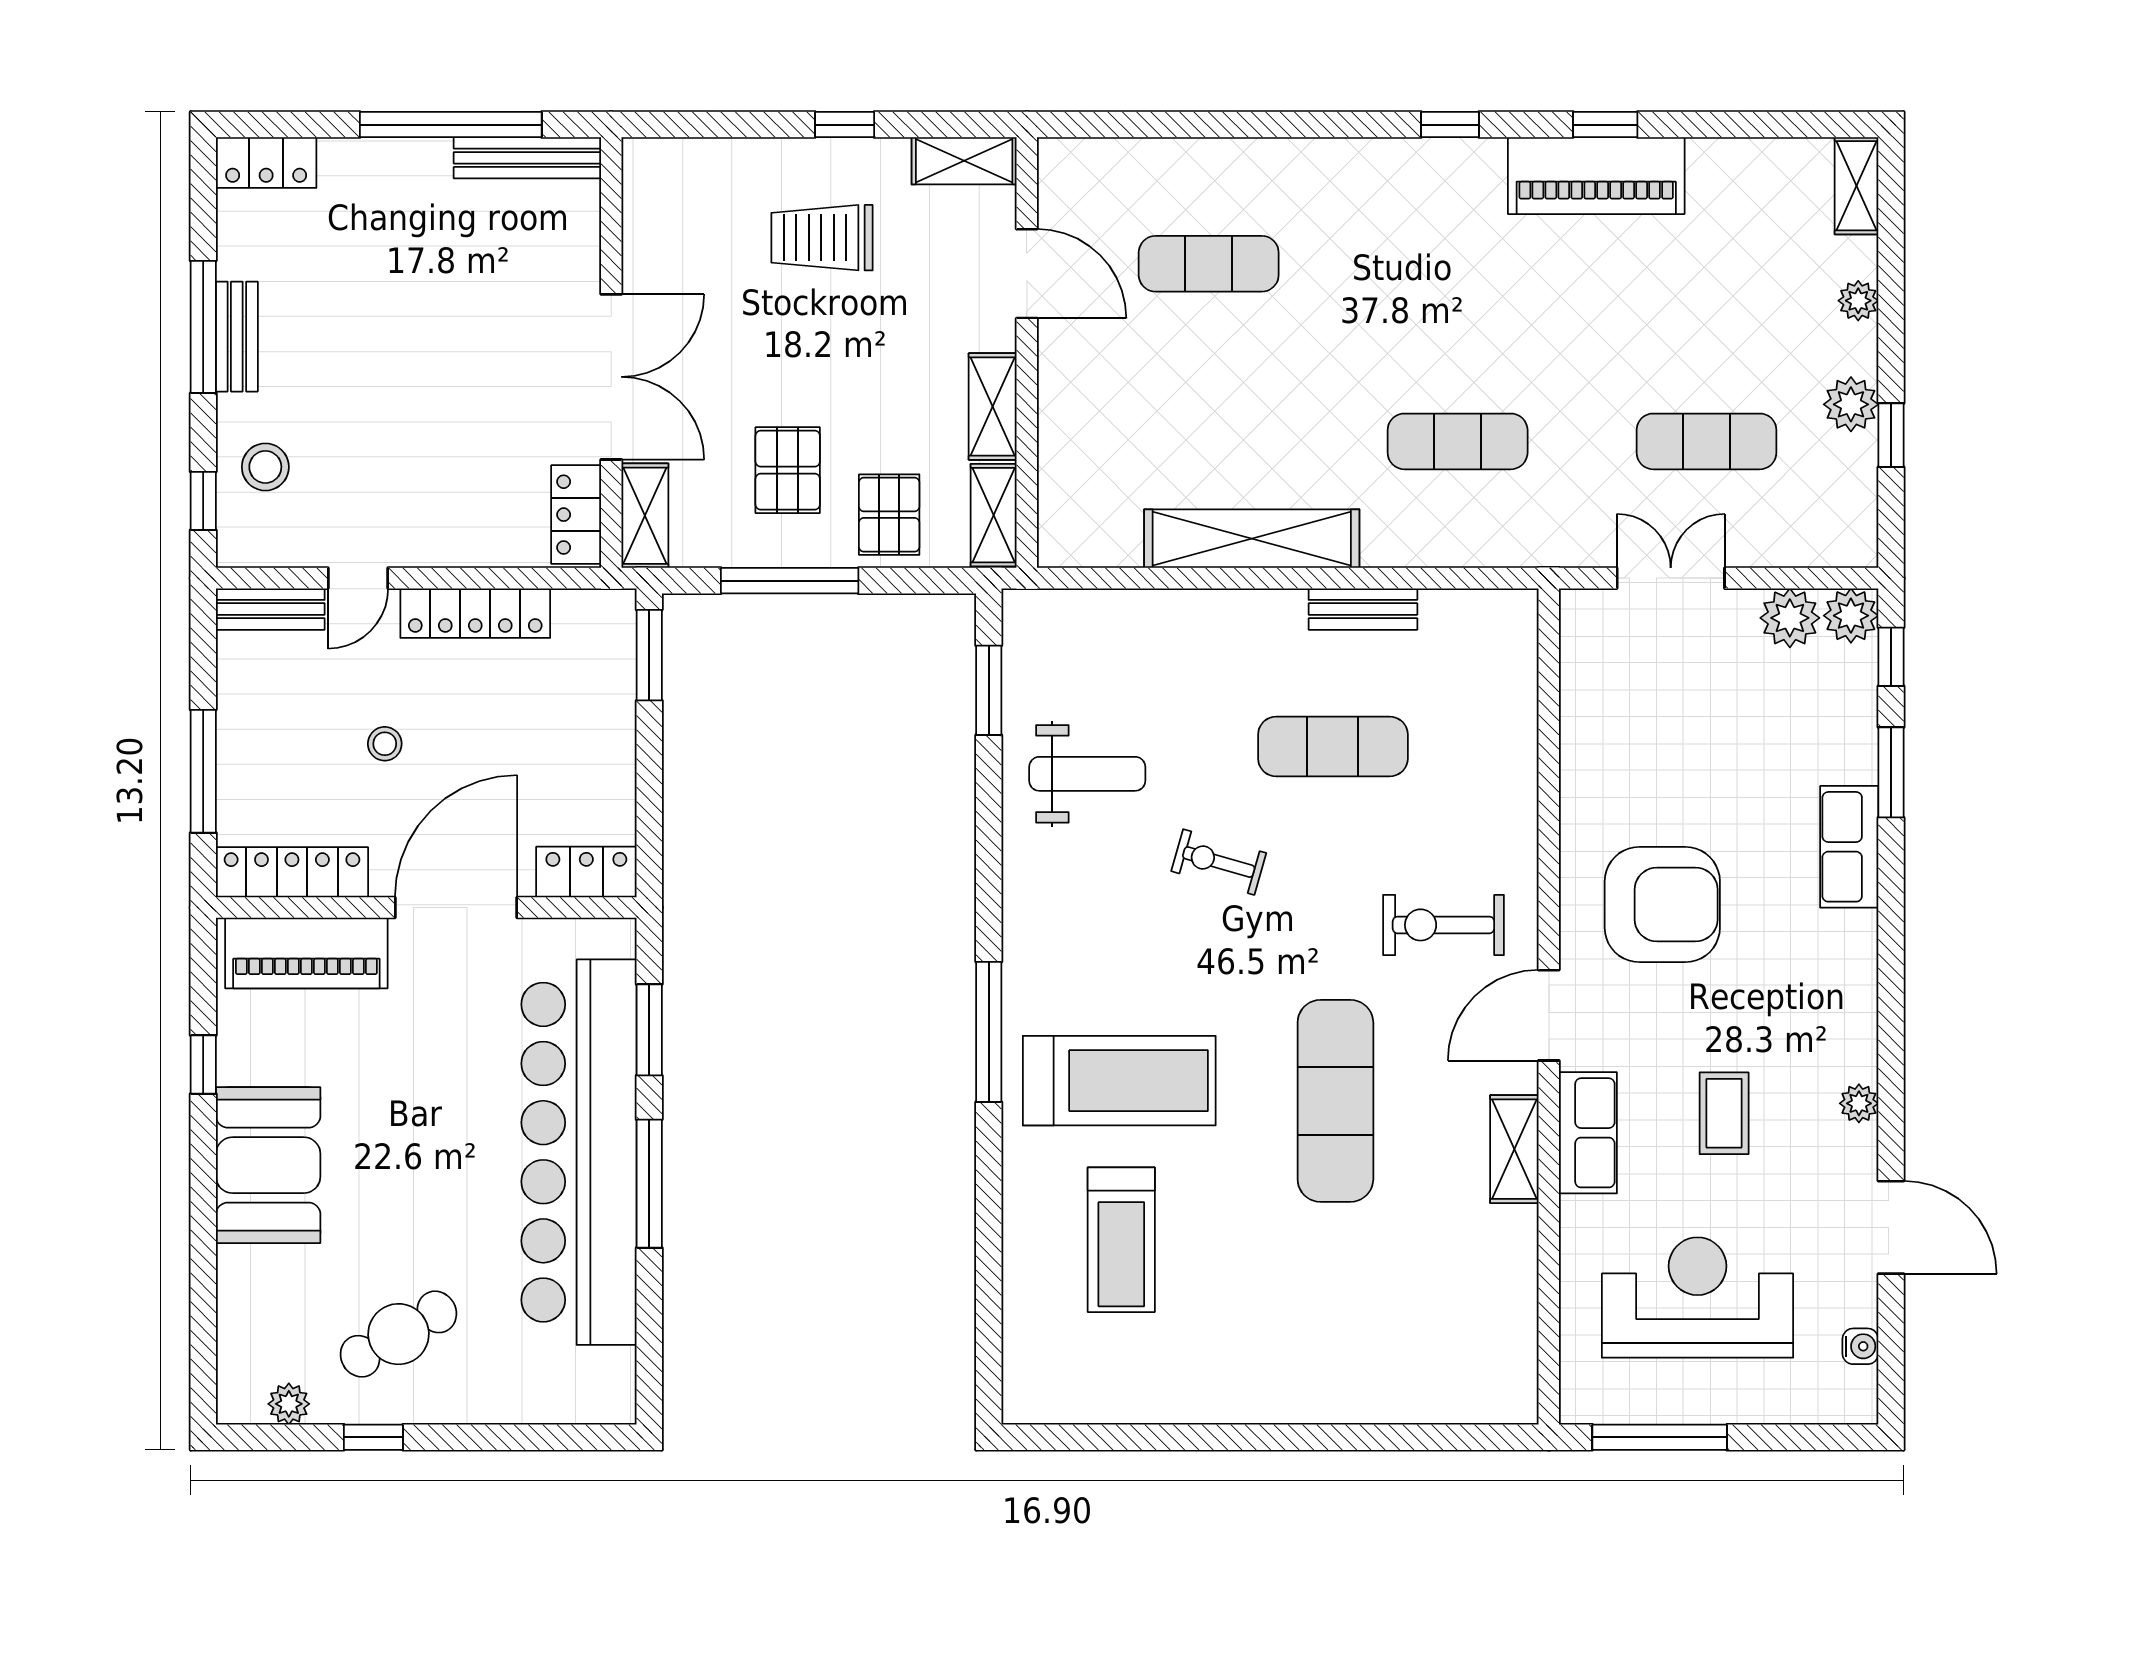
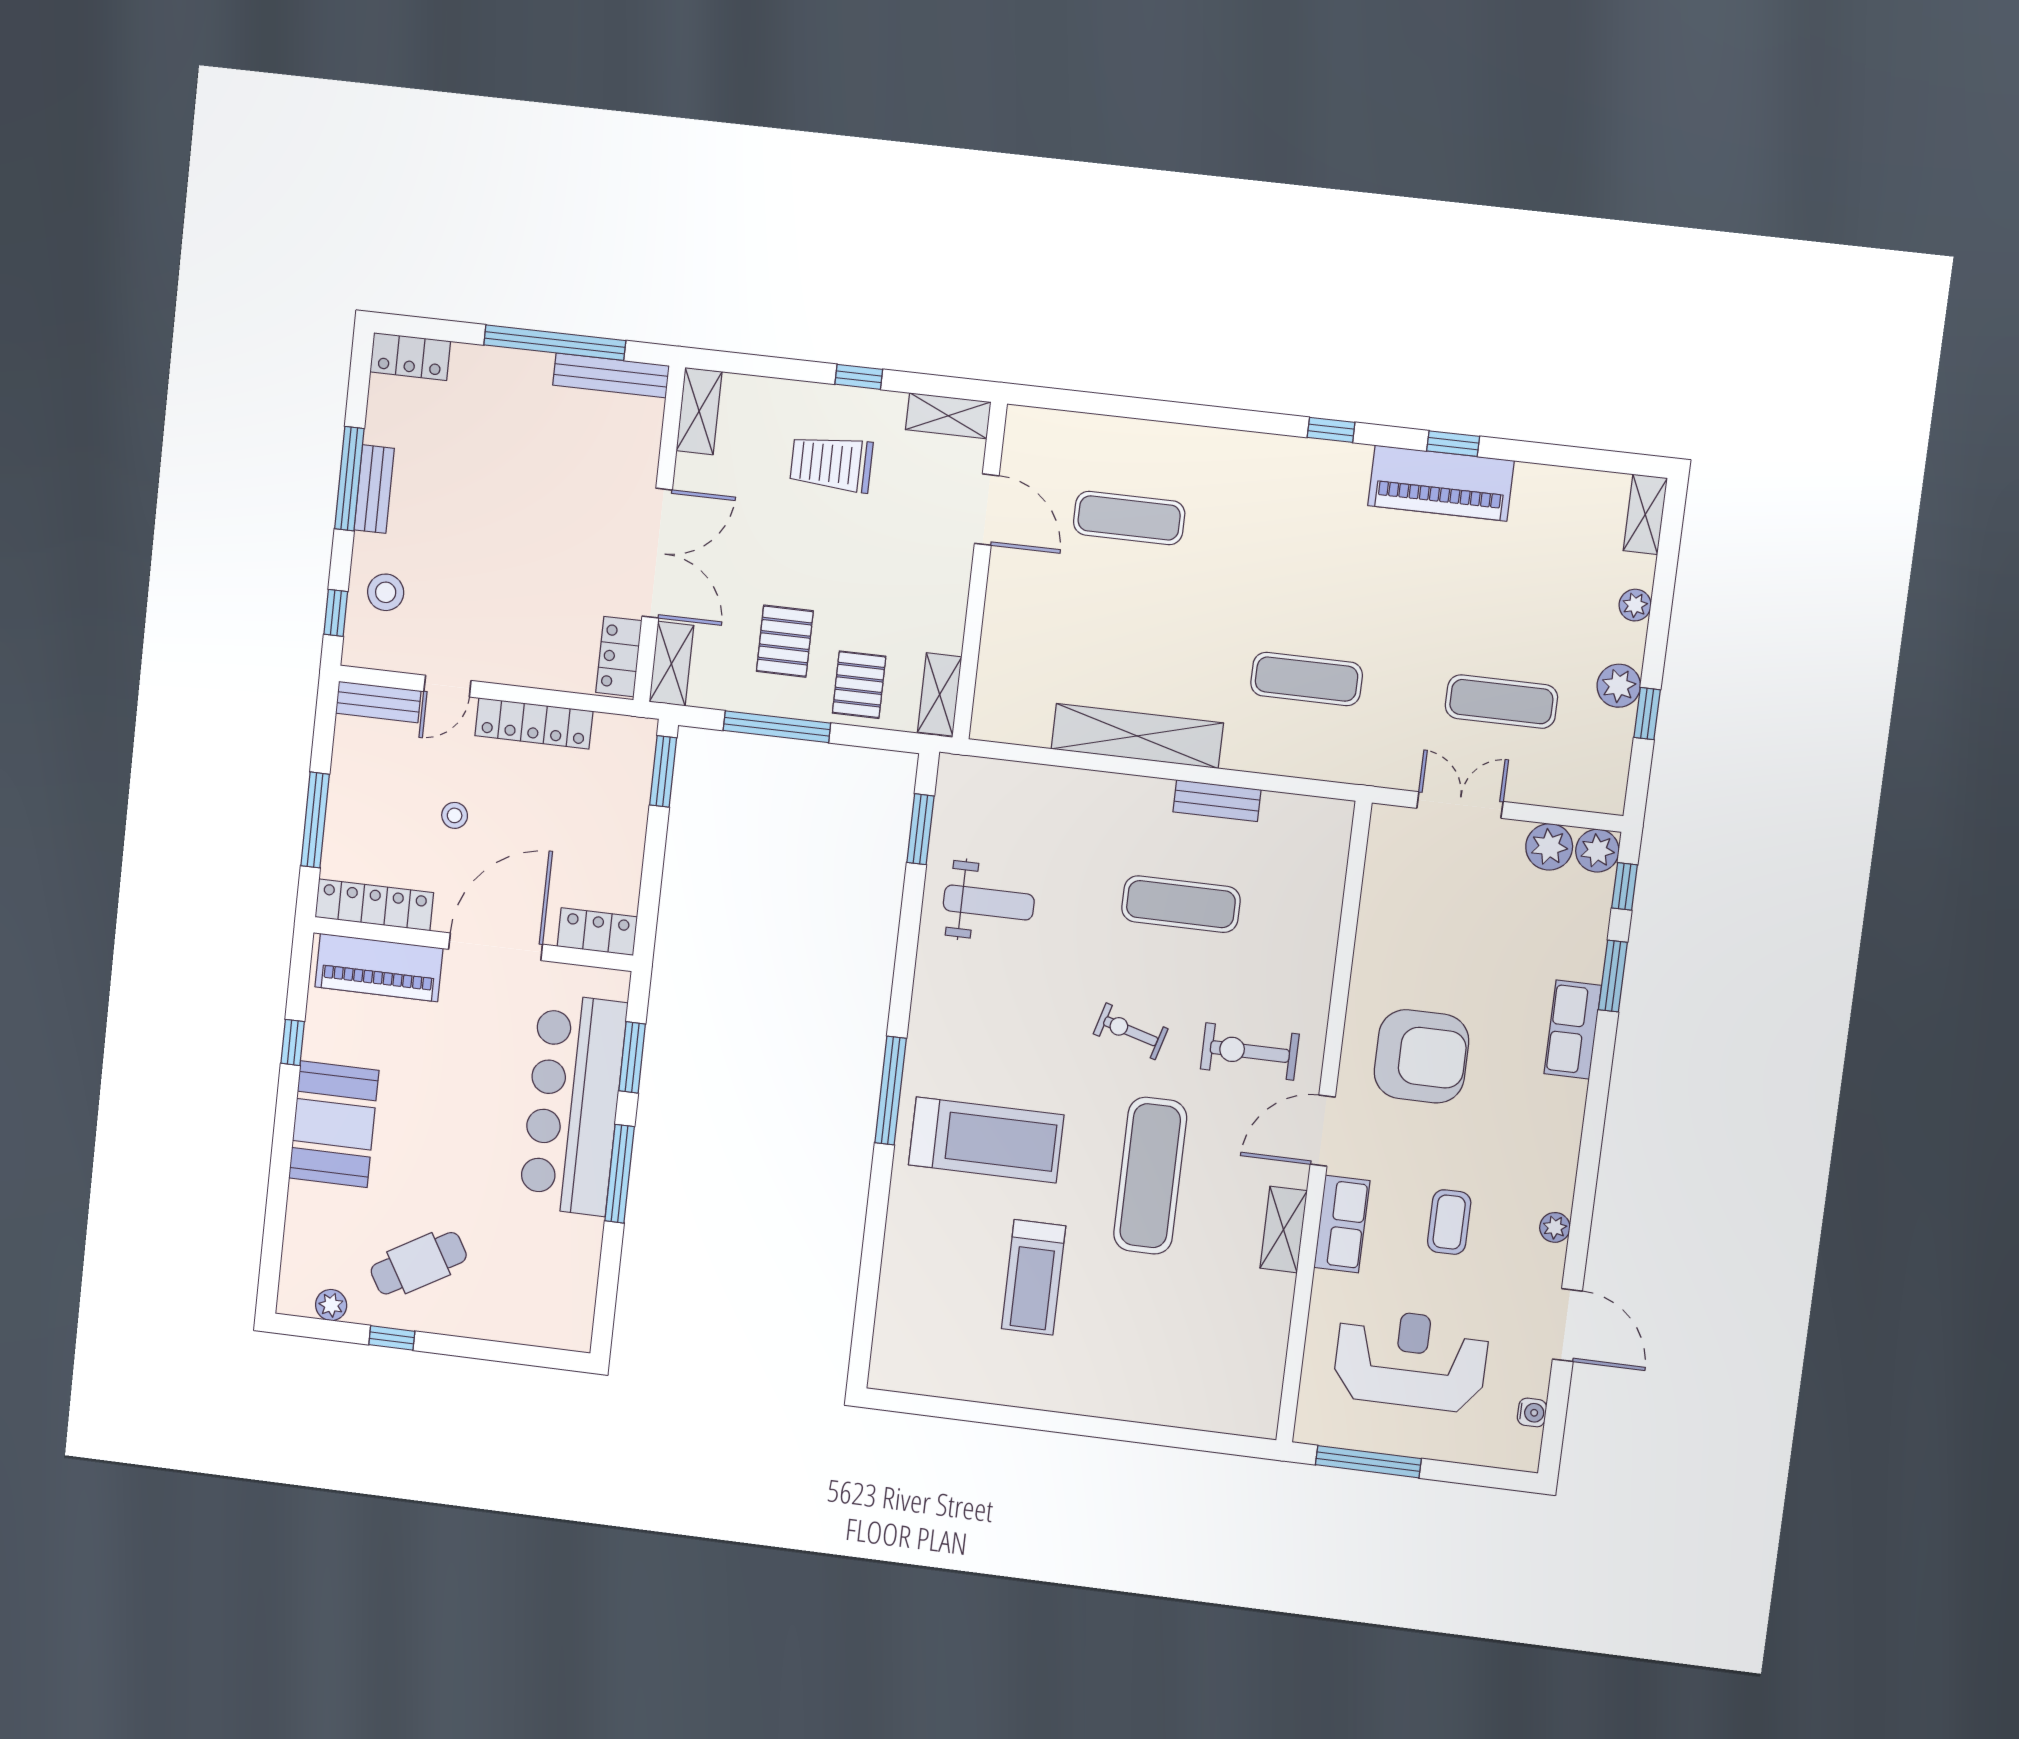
shelving: (993, 406) -> (699, 411), moved
exercise bike: (1219, 862) -> (1131, 1031), moved
bar counter: (579, 1152) -> (573, 1105), width x0.73
treadmill: (1121, 1240) -> (1034, 1277), moved

